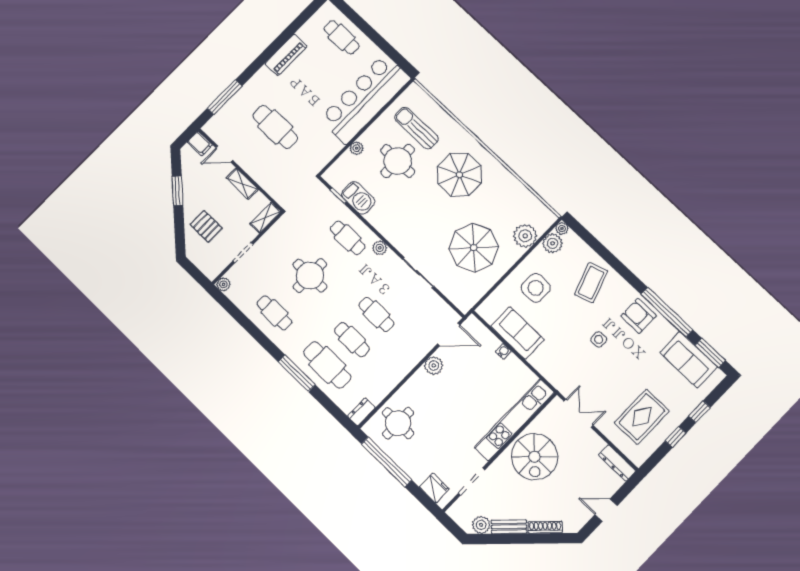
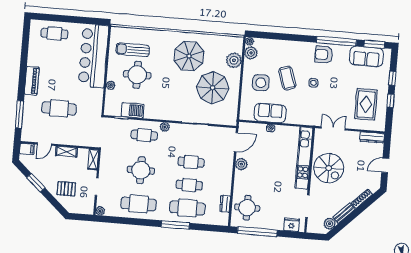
piano: (286, 55) -> (32, 81), moved
parasol: (460, 175) -> (189, 56), moved
coffee table: (591, 283) -> (287, 78), moved
cafe table: (274, 313) -> (139, 204), width x1.37, depth x1.35
dresser: (361, 412) -> (225, 204), moved

